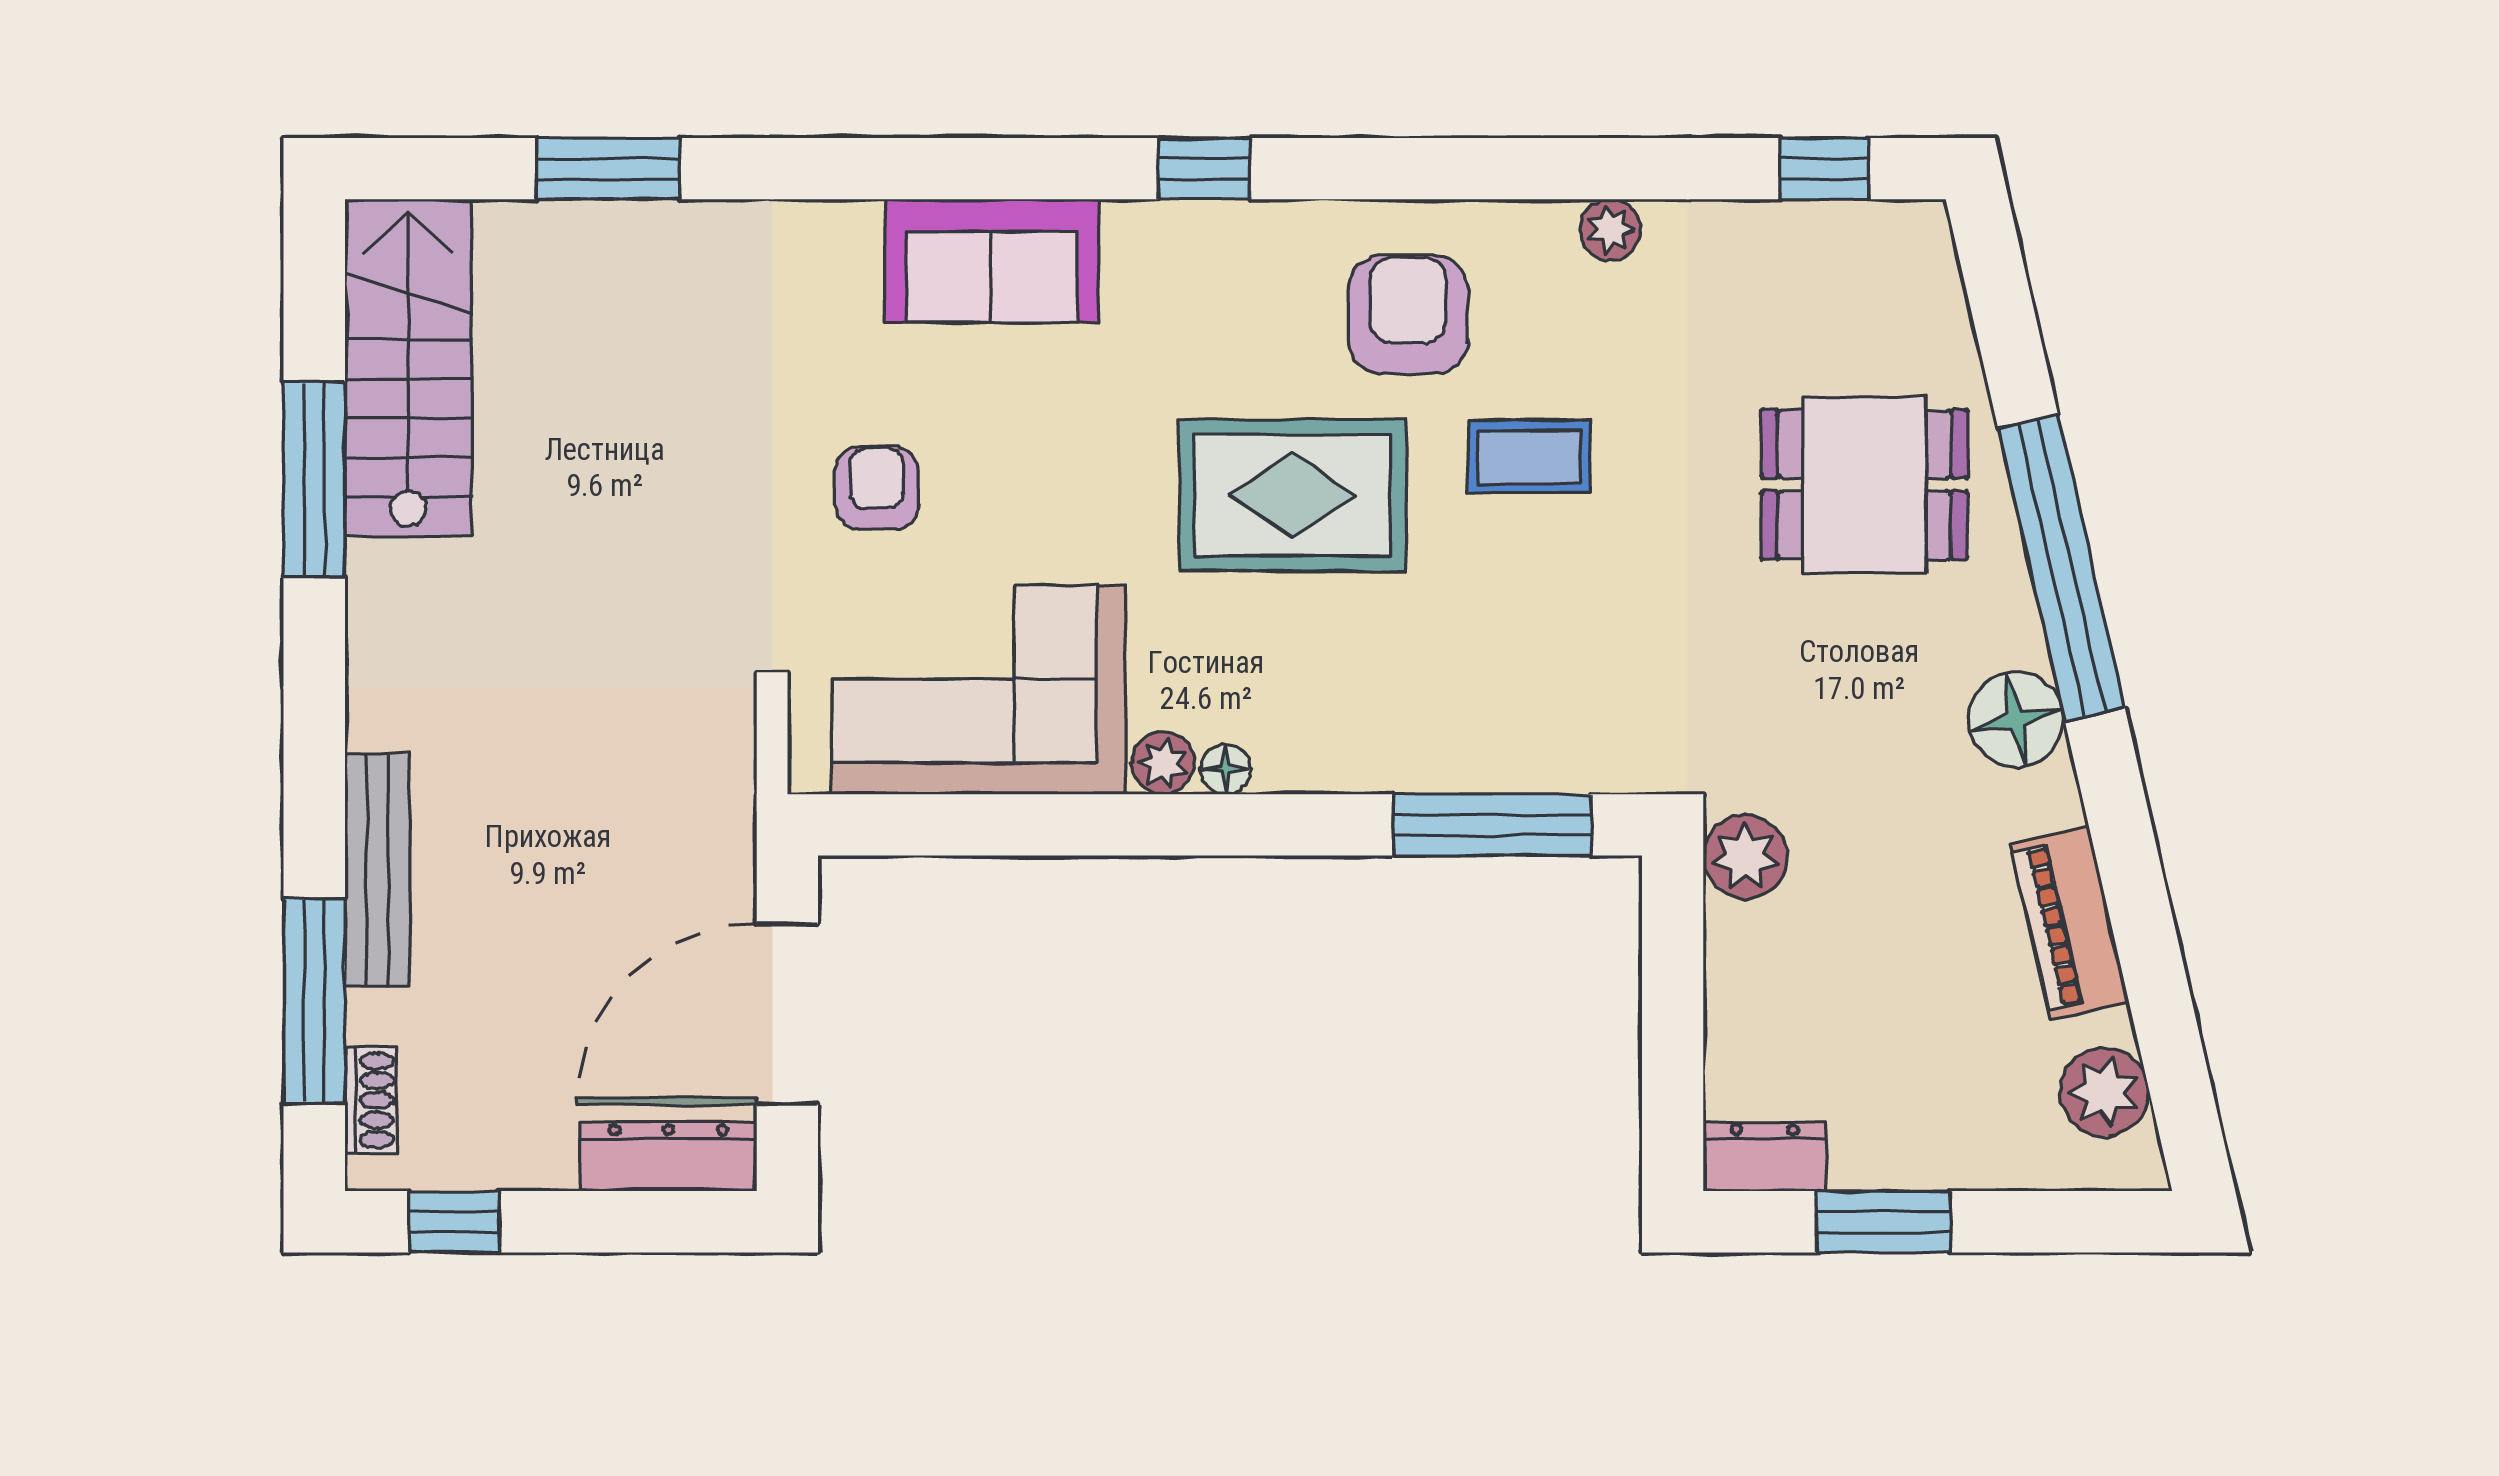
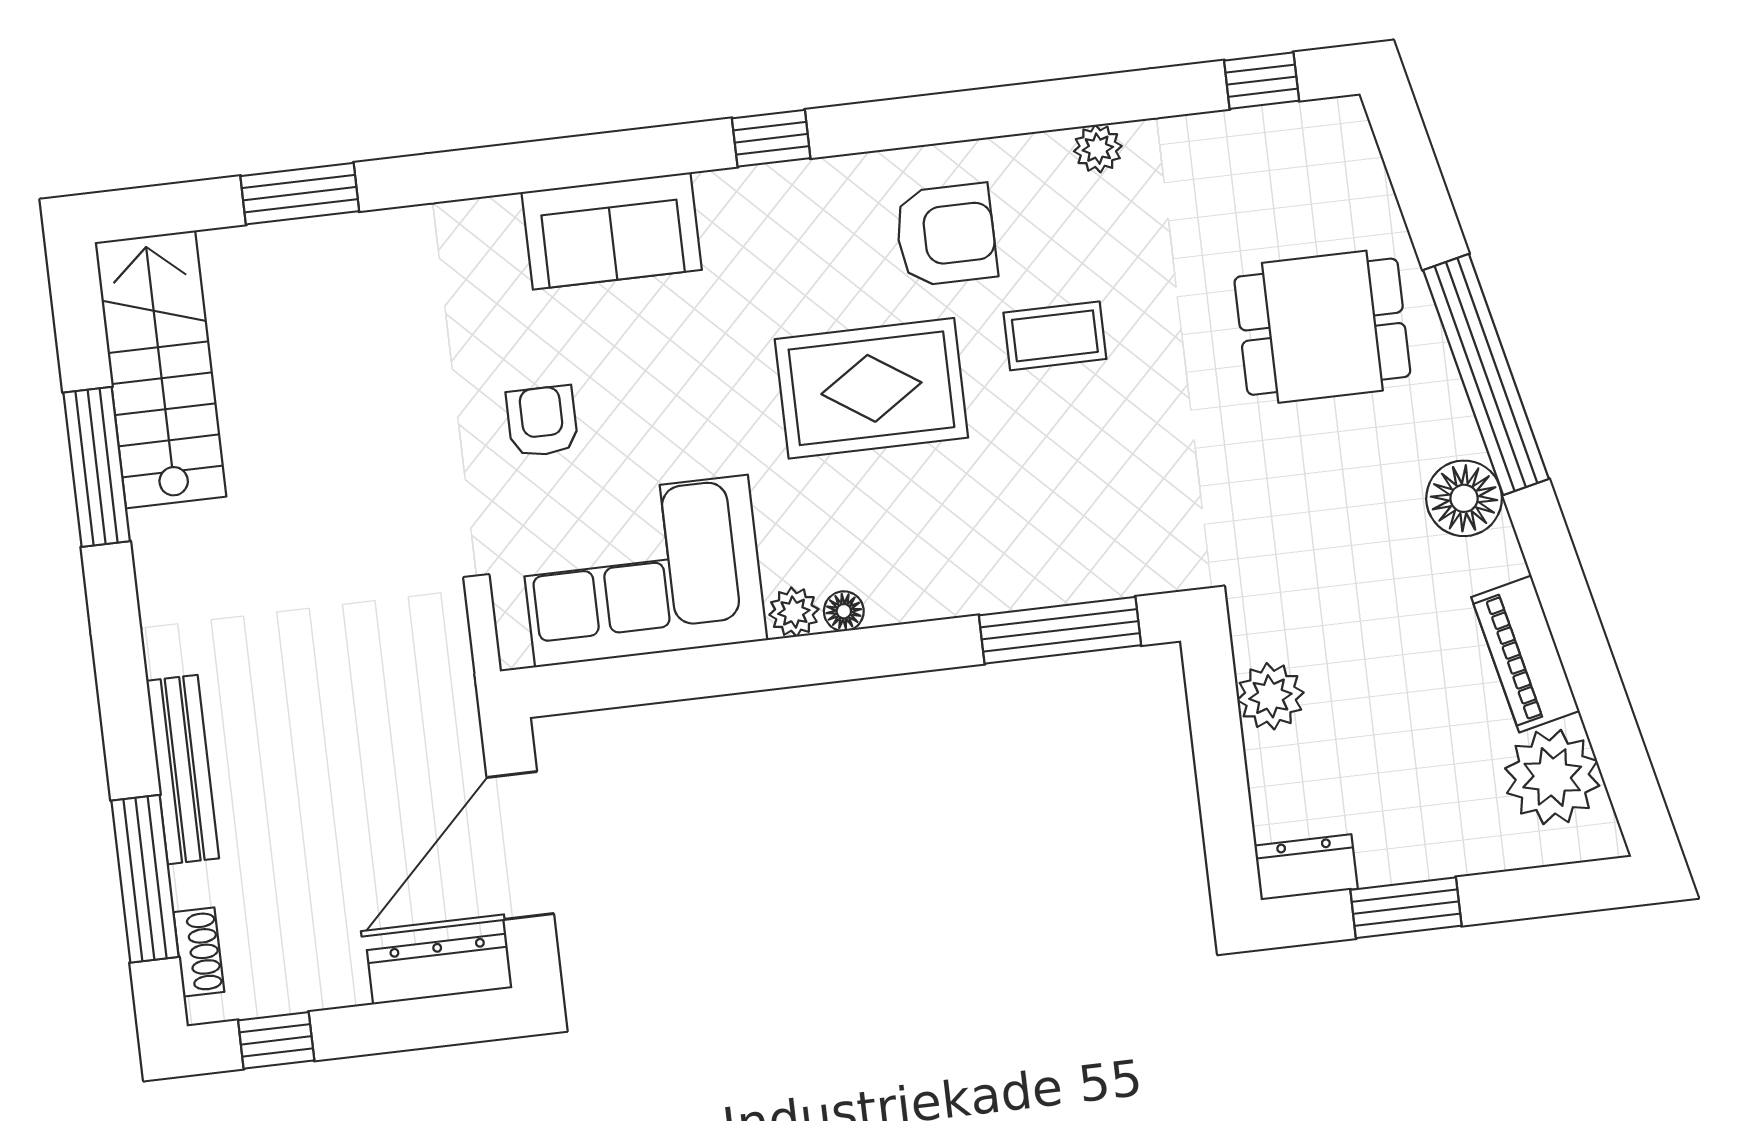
armchair: (1408, 315) -> (946, 235), turned 90
plant: (1745, 857) -> (1270, 696), moved
plant: (2104, 1092) -> (1552, 777), width x1.36, depth x1.36

